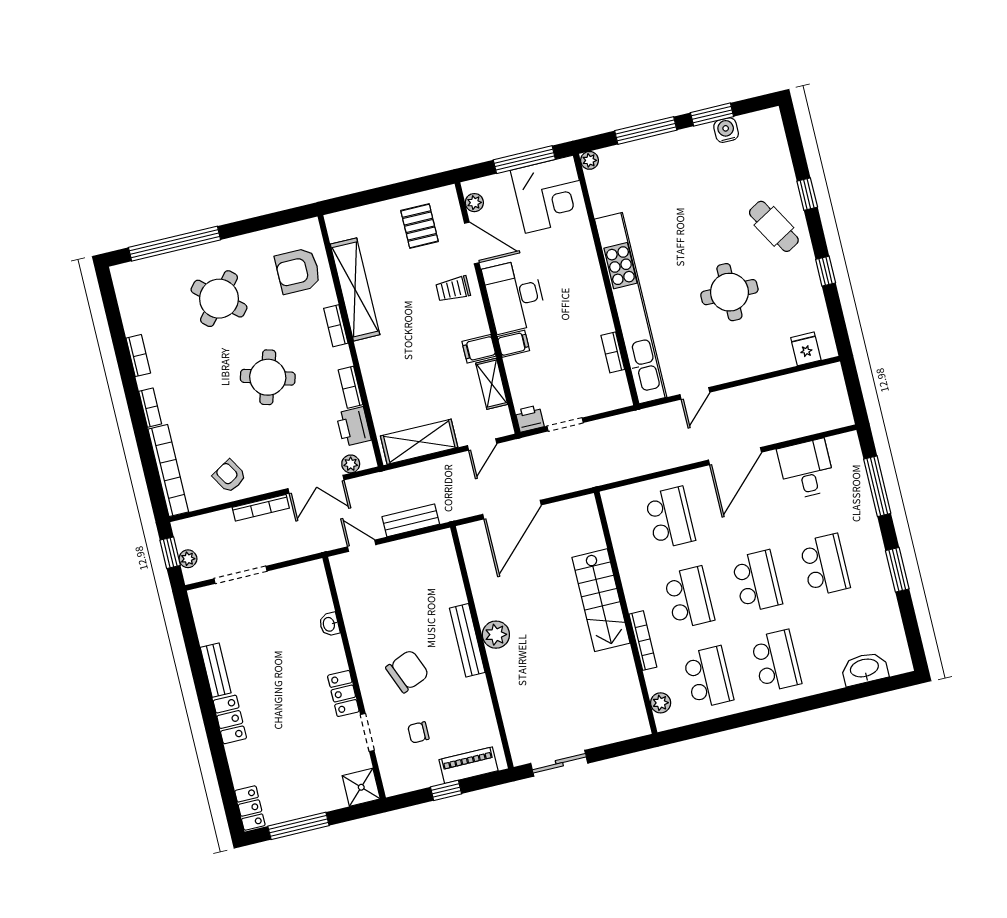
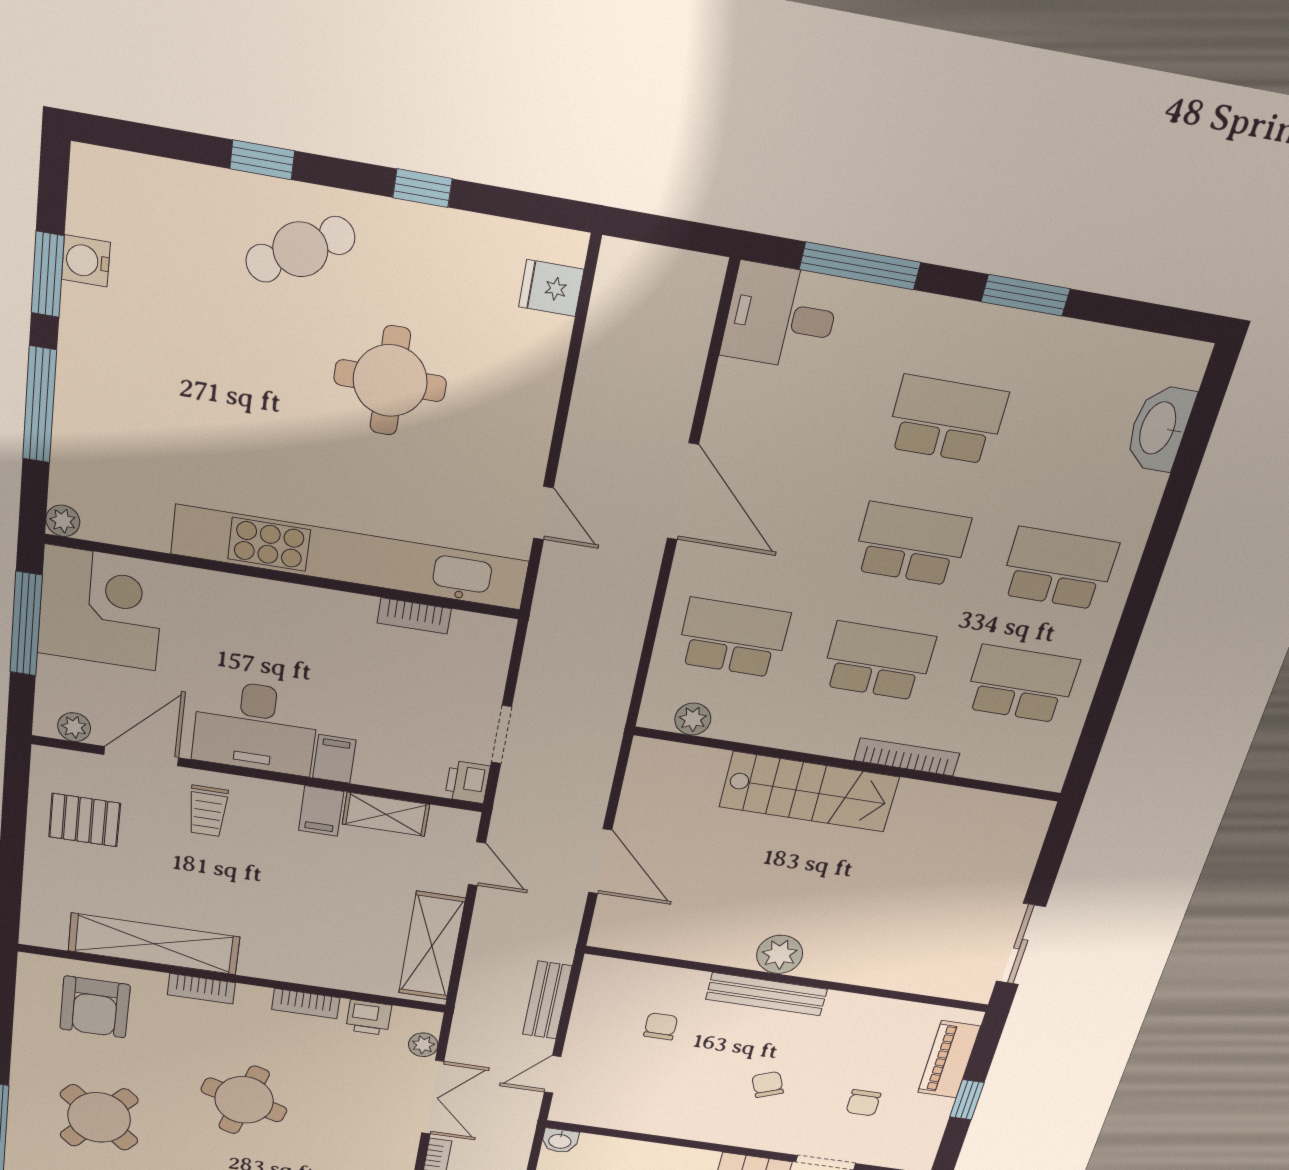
printer: (354, 427) -> (369, 1018), width x0.73, depth x0.81
desk: (806, 469) -> (781, 317), moved
door: (512, 510) -> (600, 861), width x0.73
chair: (421, 592) -> (661, 1026), added
washbasin: (329, 624) -> (560, 1141), moved
chair: (407, 671) -> (768, 1084), width x0.54, depth x0.54
plant: (661, 703) -> (693, 719), moved

